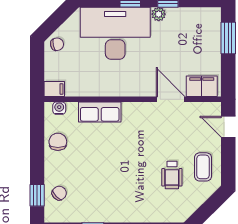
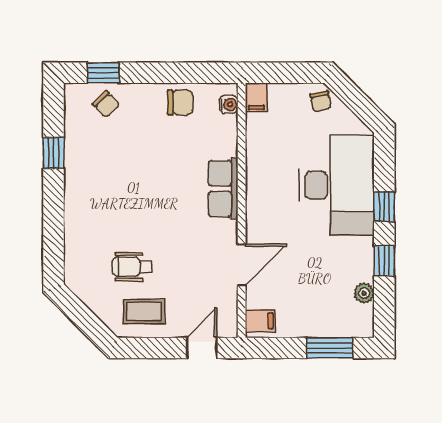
plant: (159, 14) -> (364, 293), moved
filing cabinet: (202, 86) -> (260, 321), width x0.50
row of seats: (100, 112) -> (223, 189), moved

